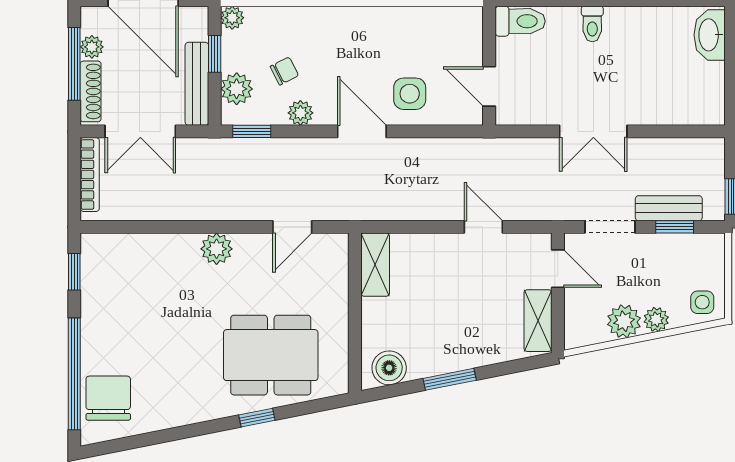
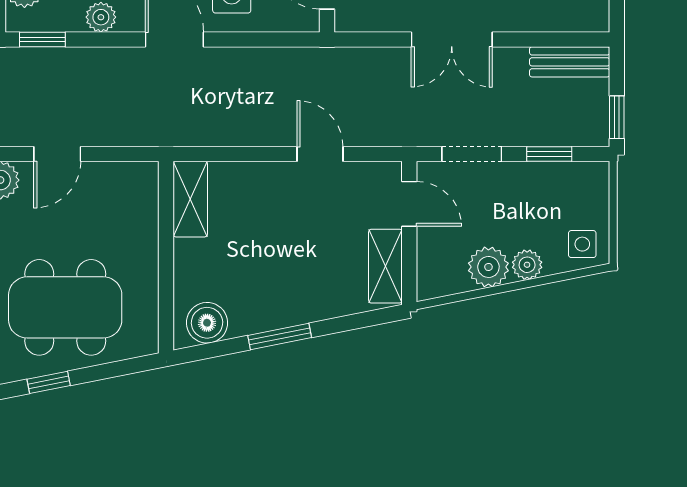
bench: (669, 208) -> (570, 62), moved
door: (292, 227) -> (57, 154), moved

